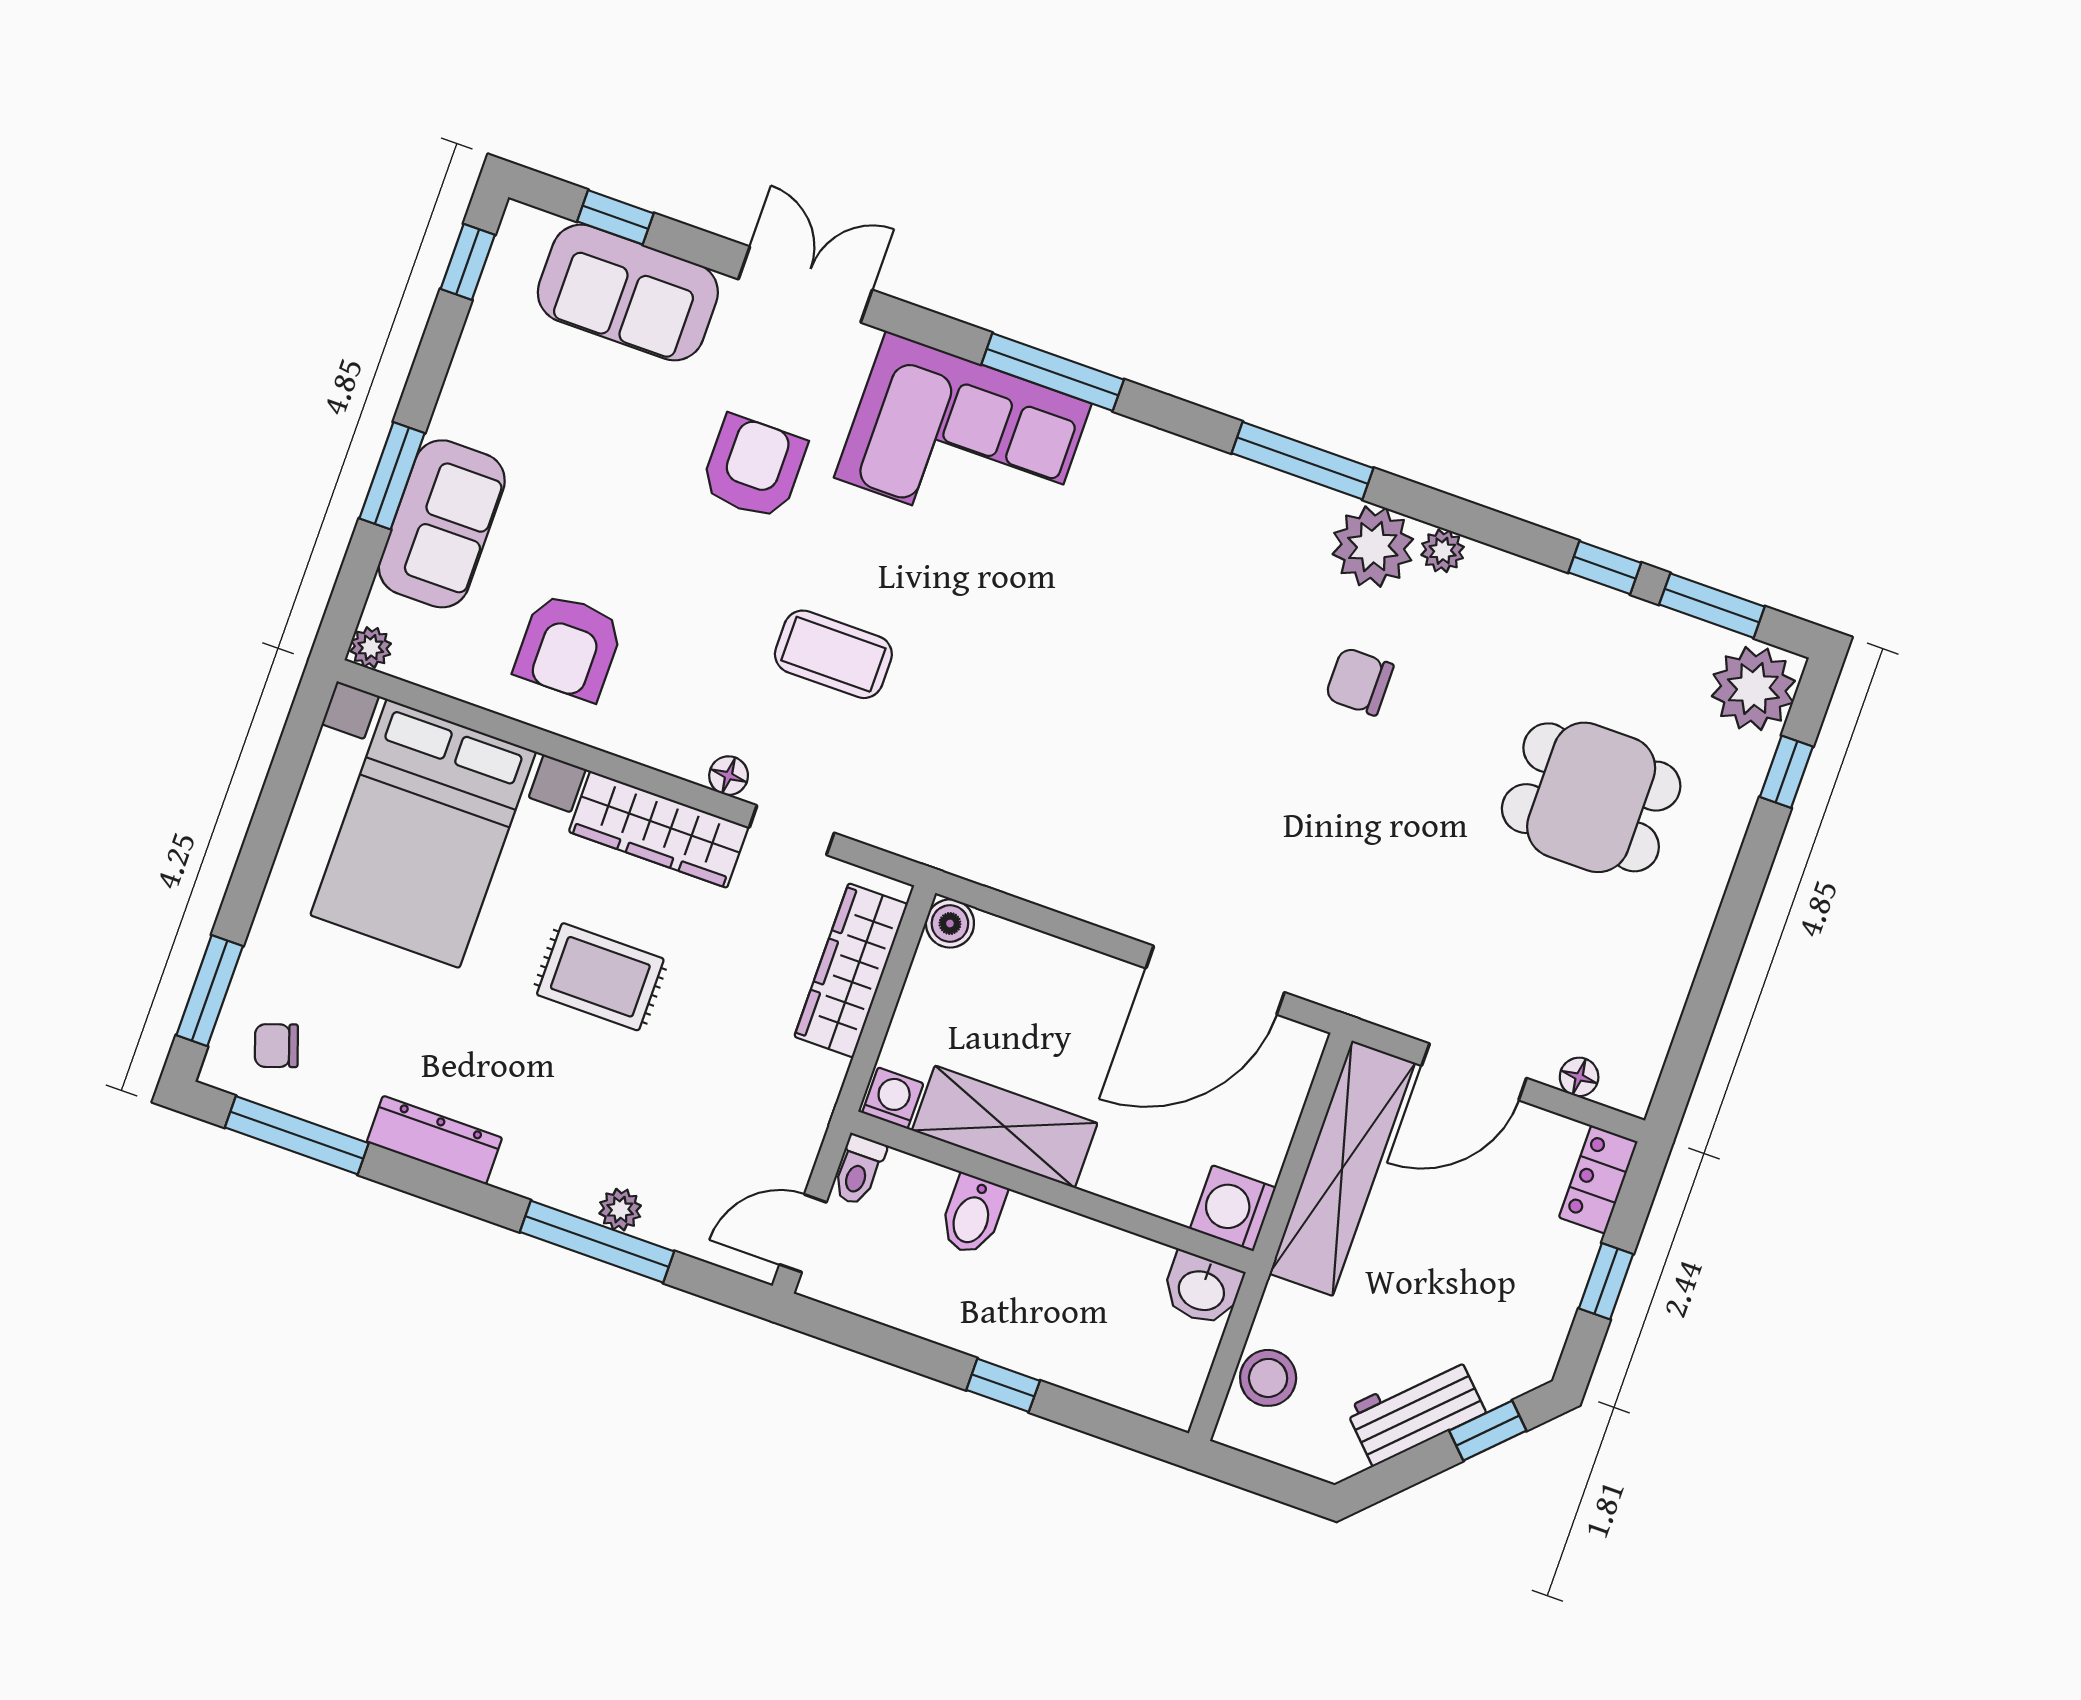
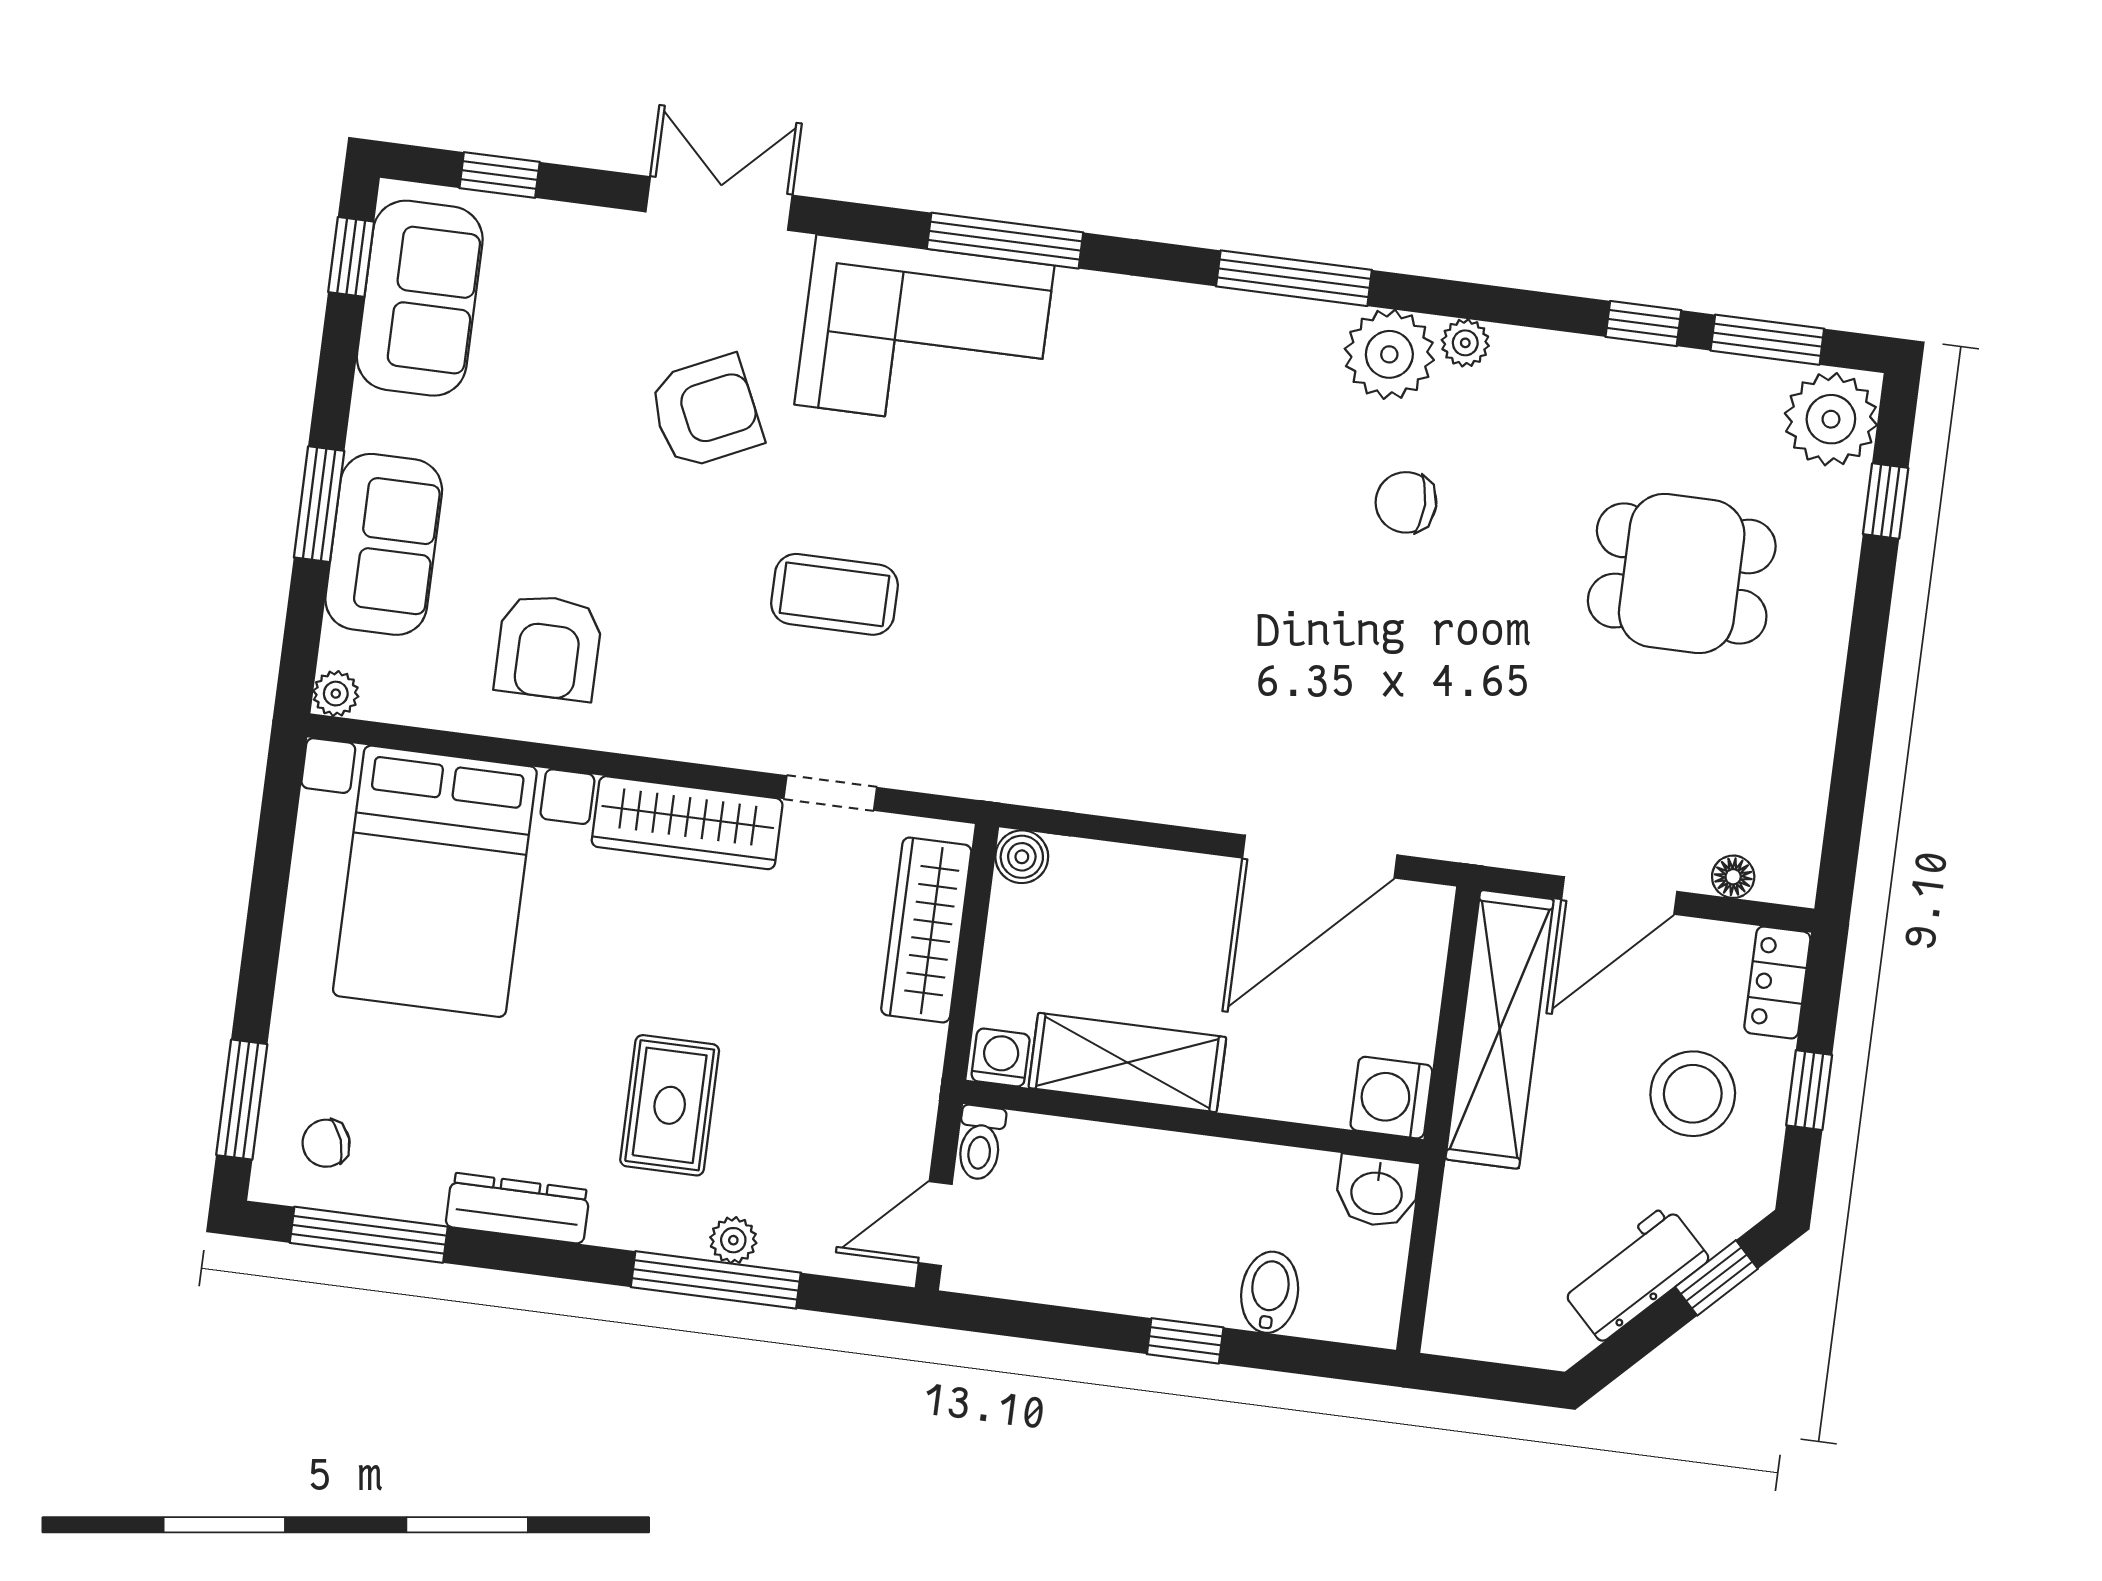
sofa: (628, 292) -> (420, 298), moved, turned -90
armchair: (754, 467) -> (706, 412), turned 65
floor lamp: (729, 776) -> (750, 749), removed
rug: (600, 977) -> (670, 1105), moved, turned 90
bidet: (973, 1215) -> (1270, 1292), moved, turned 180
stool: (1268, 1378) -> (1693, 1094), moved, width x1.38, depth x1.38

